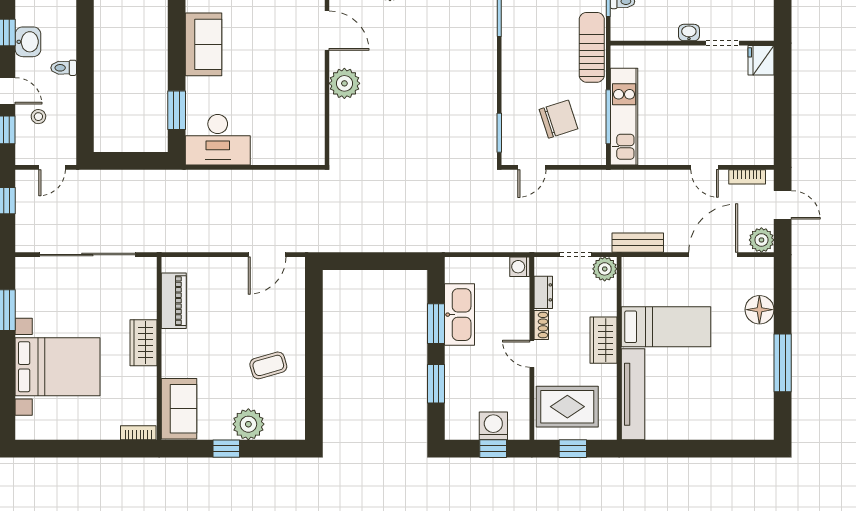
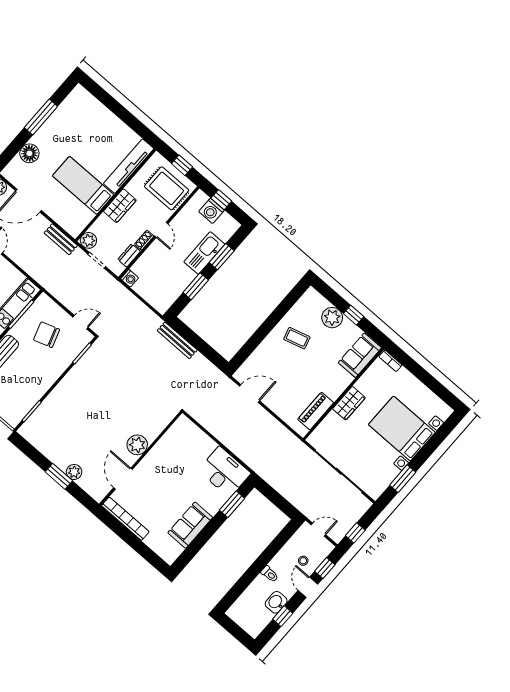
bench: (403, 243) -> (177, 340), added
kitchen sink: (460, 315) -> (204, 253), moved

